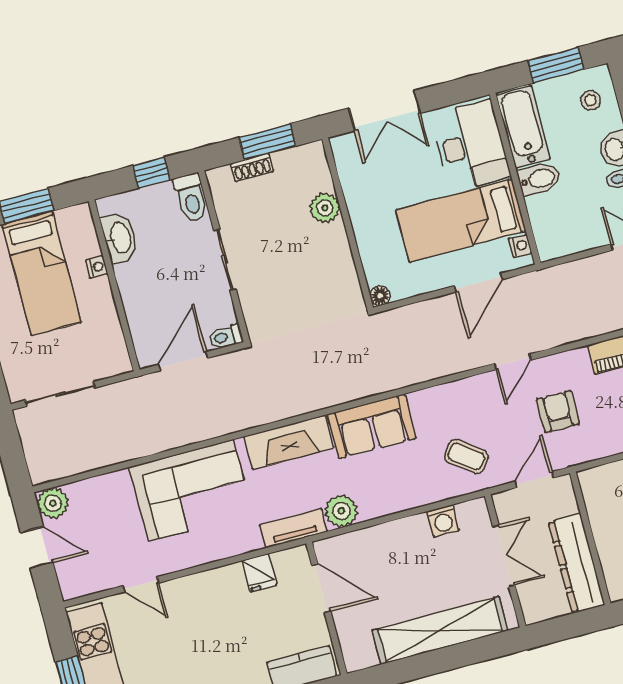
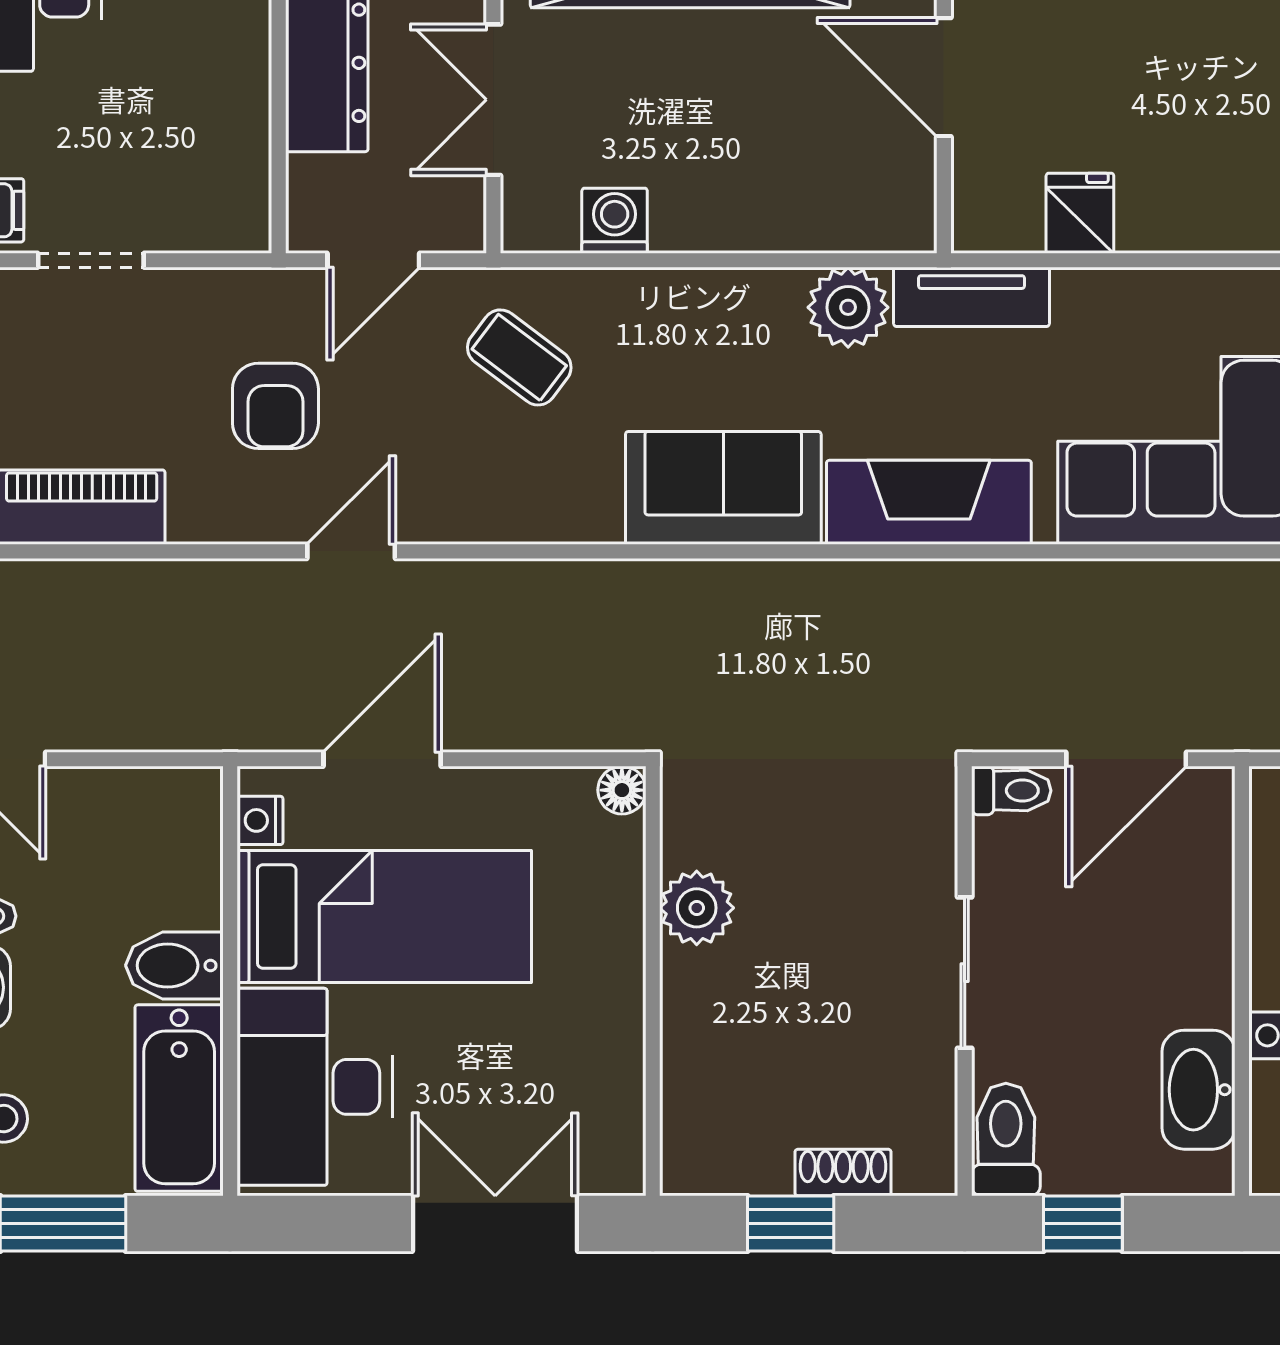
window: (267, 142) -> (791, 1224), width x0.67
plant: (325, 208) -> (697, 908), moved
door: (321, 588) -> (944, 77), moved

